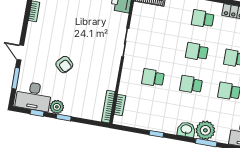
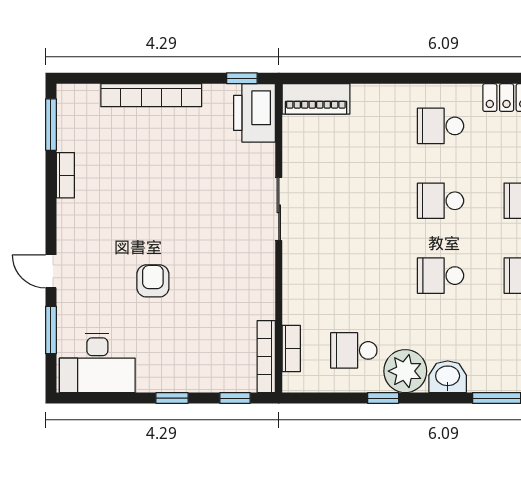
armchair: (64, 65) -> (153, 281), turned -133
school desk: (153, 78) -> (354, 350), moved
plant: (57, 107) -> (153, 377), removed
window: (37, 113) -> (235, 398), moved
plant: (205, 130) -> (405, 371), moved

